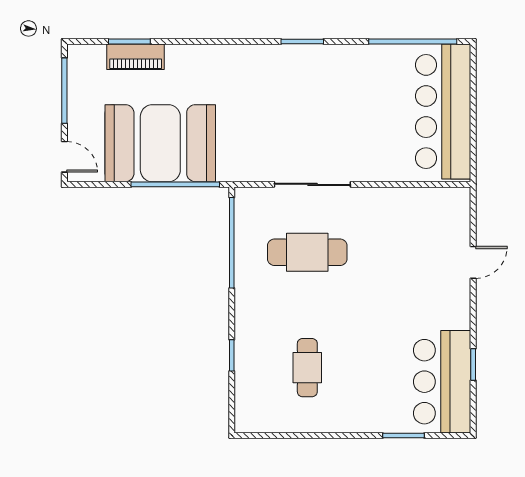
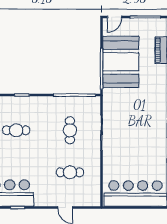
cafe table: (307, 252) -> (70, 130), width x0.73, depth x0.74
cafe table: (398, 252) -> (70, 172), added

